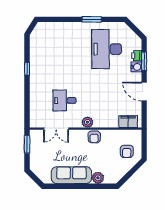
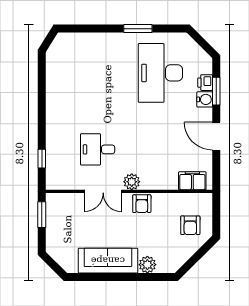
window: (27, 69) -> (42, 159), moved
double door: (56, 129) -> (103, 191), moved

